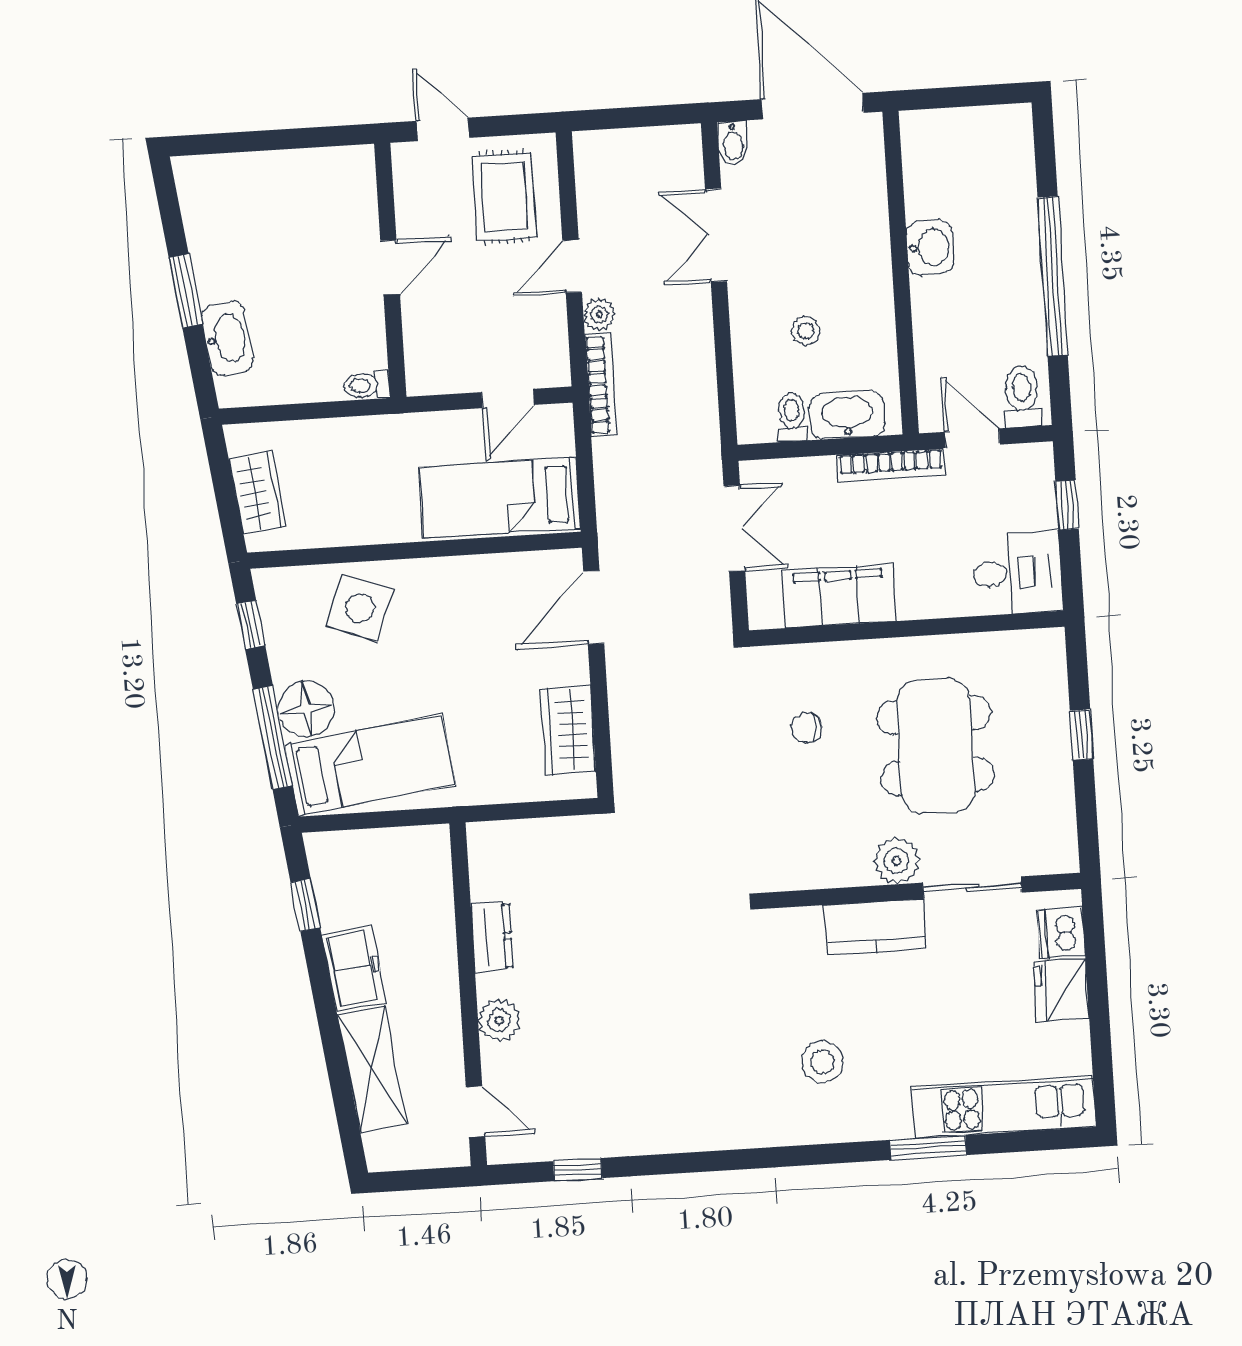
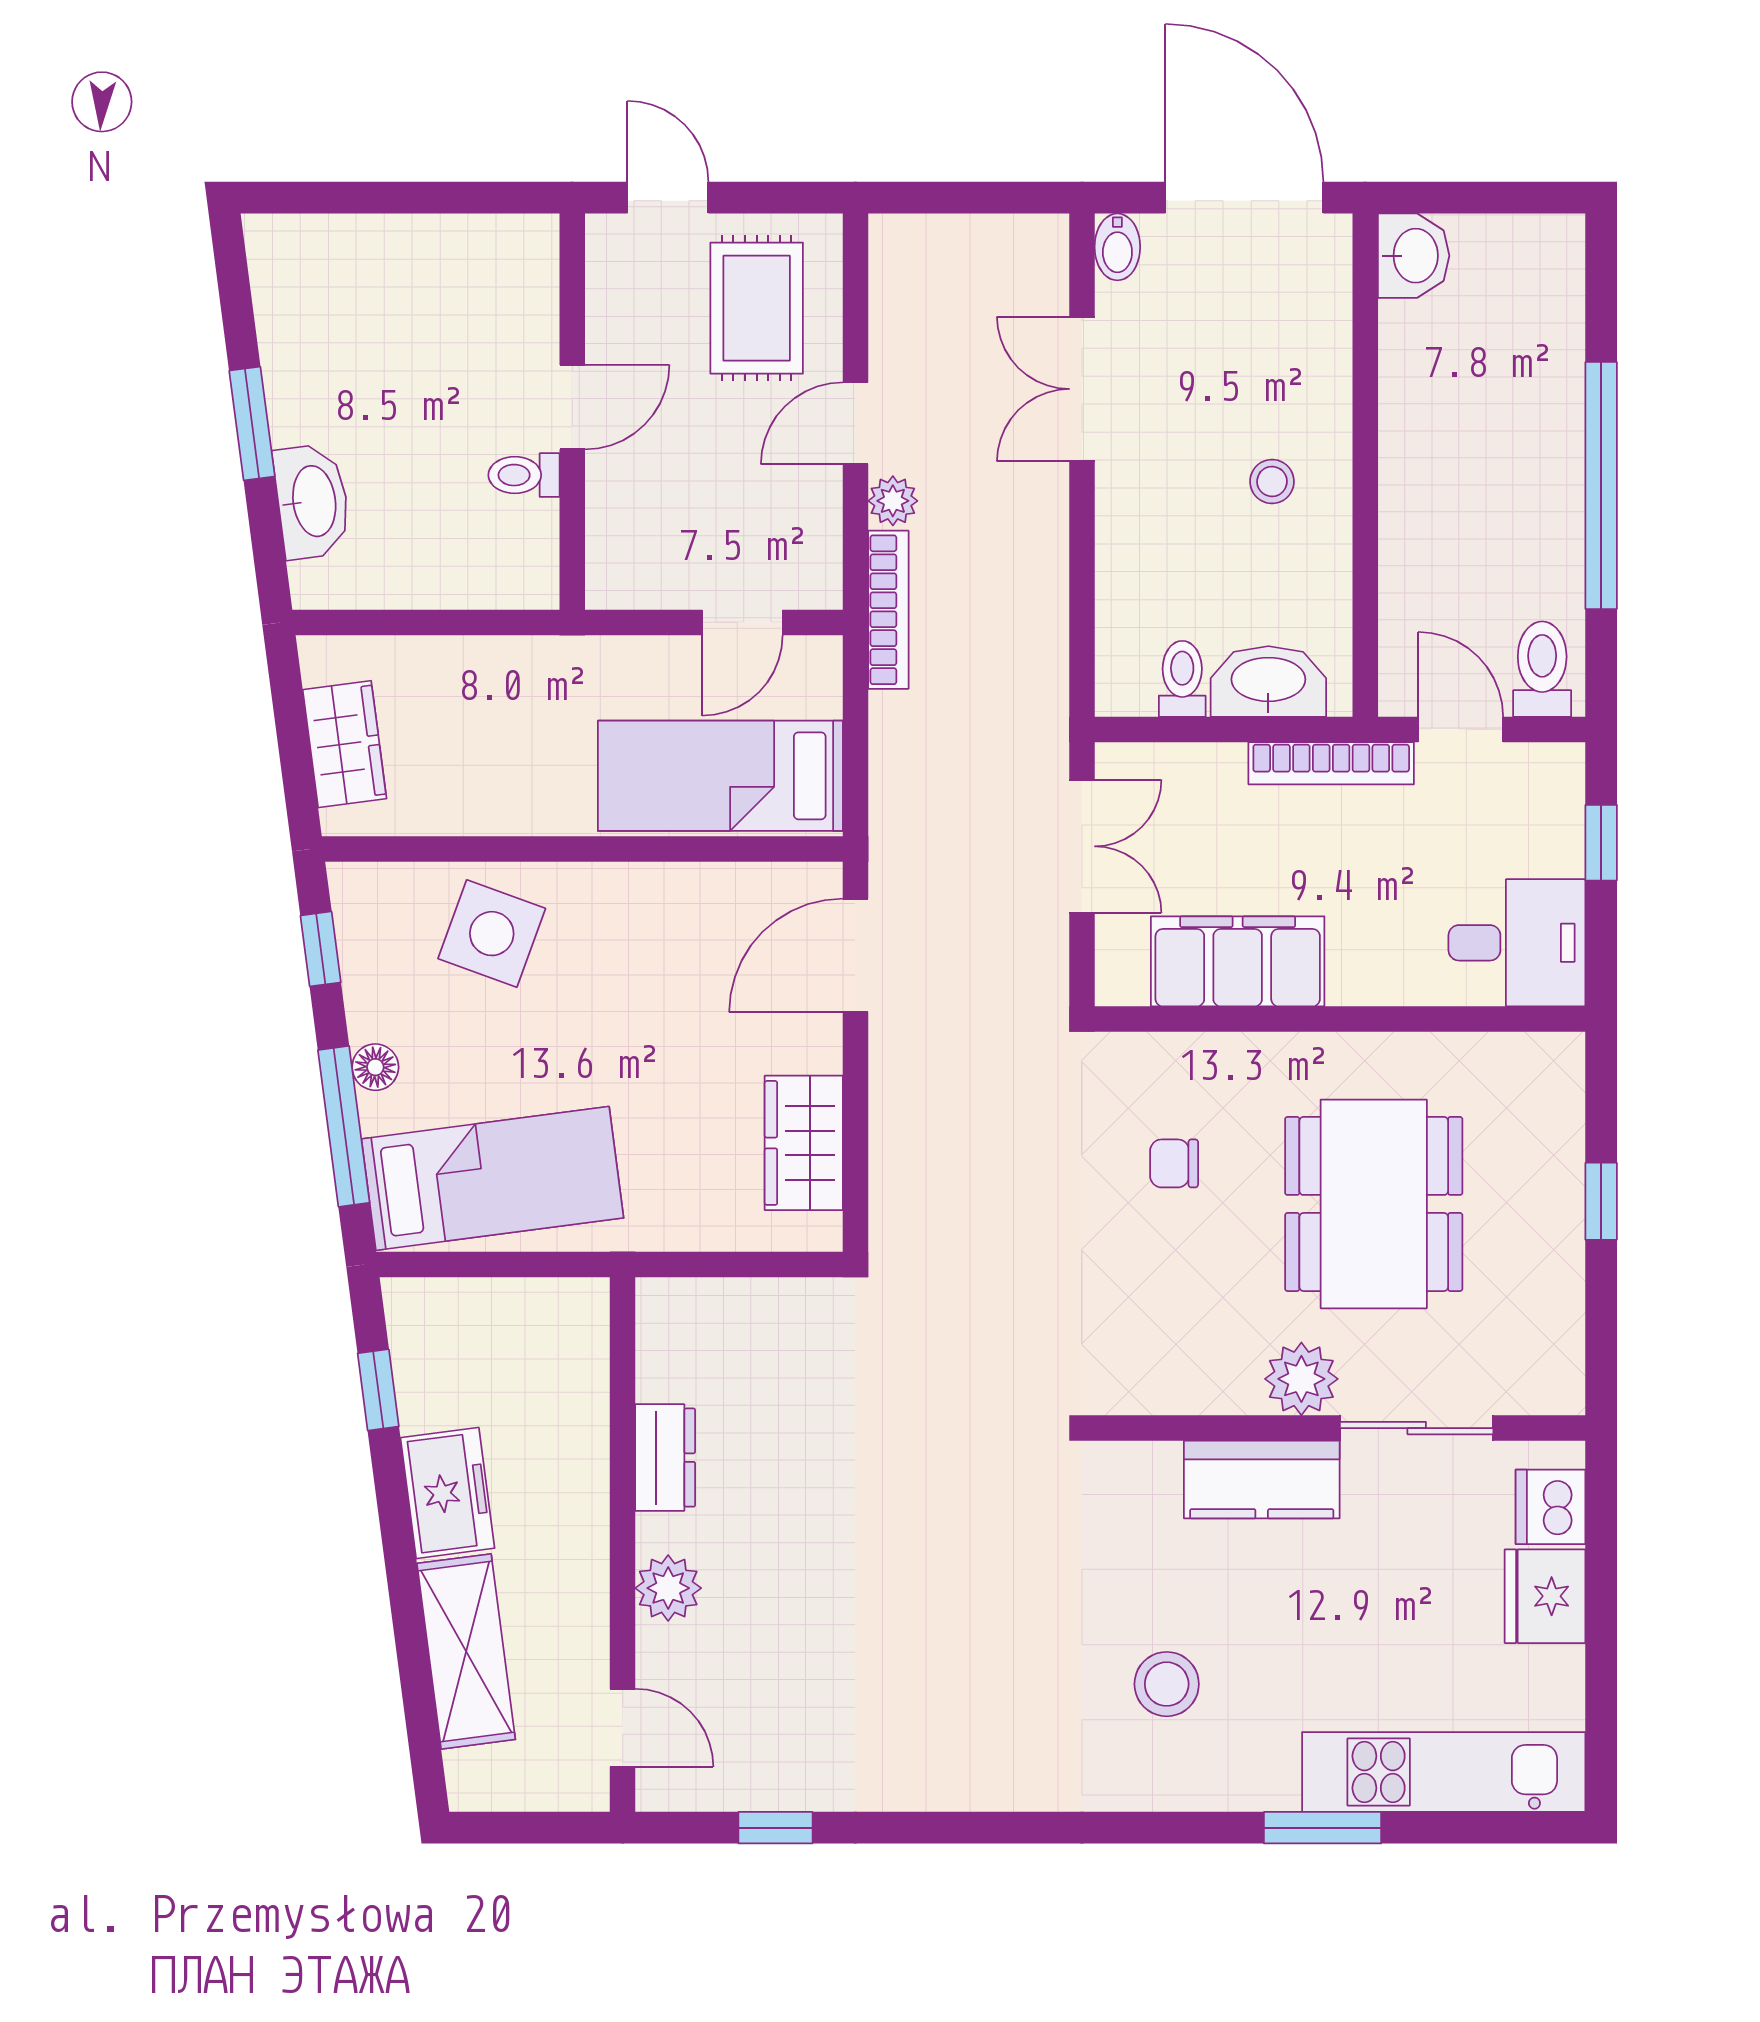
washbasin: (930, 247) -> (1414, 256), moved
stool: (805, 331) -> (1272, 481), moved
toilet: (366, 385) -> (524, 475), moved
floor lamp: (306, 709) -> (375, 1067), width x0.53, depth x0.53

